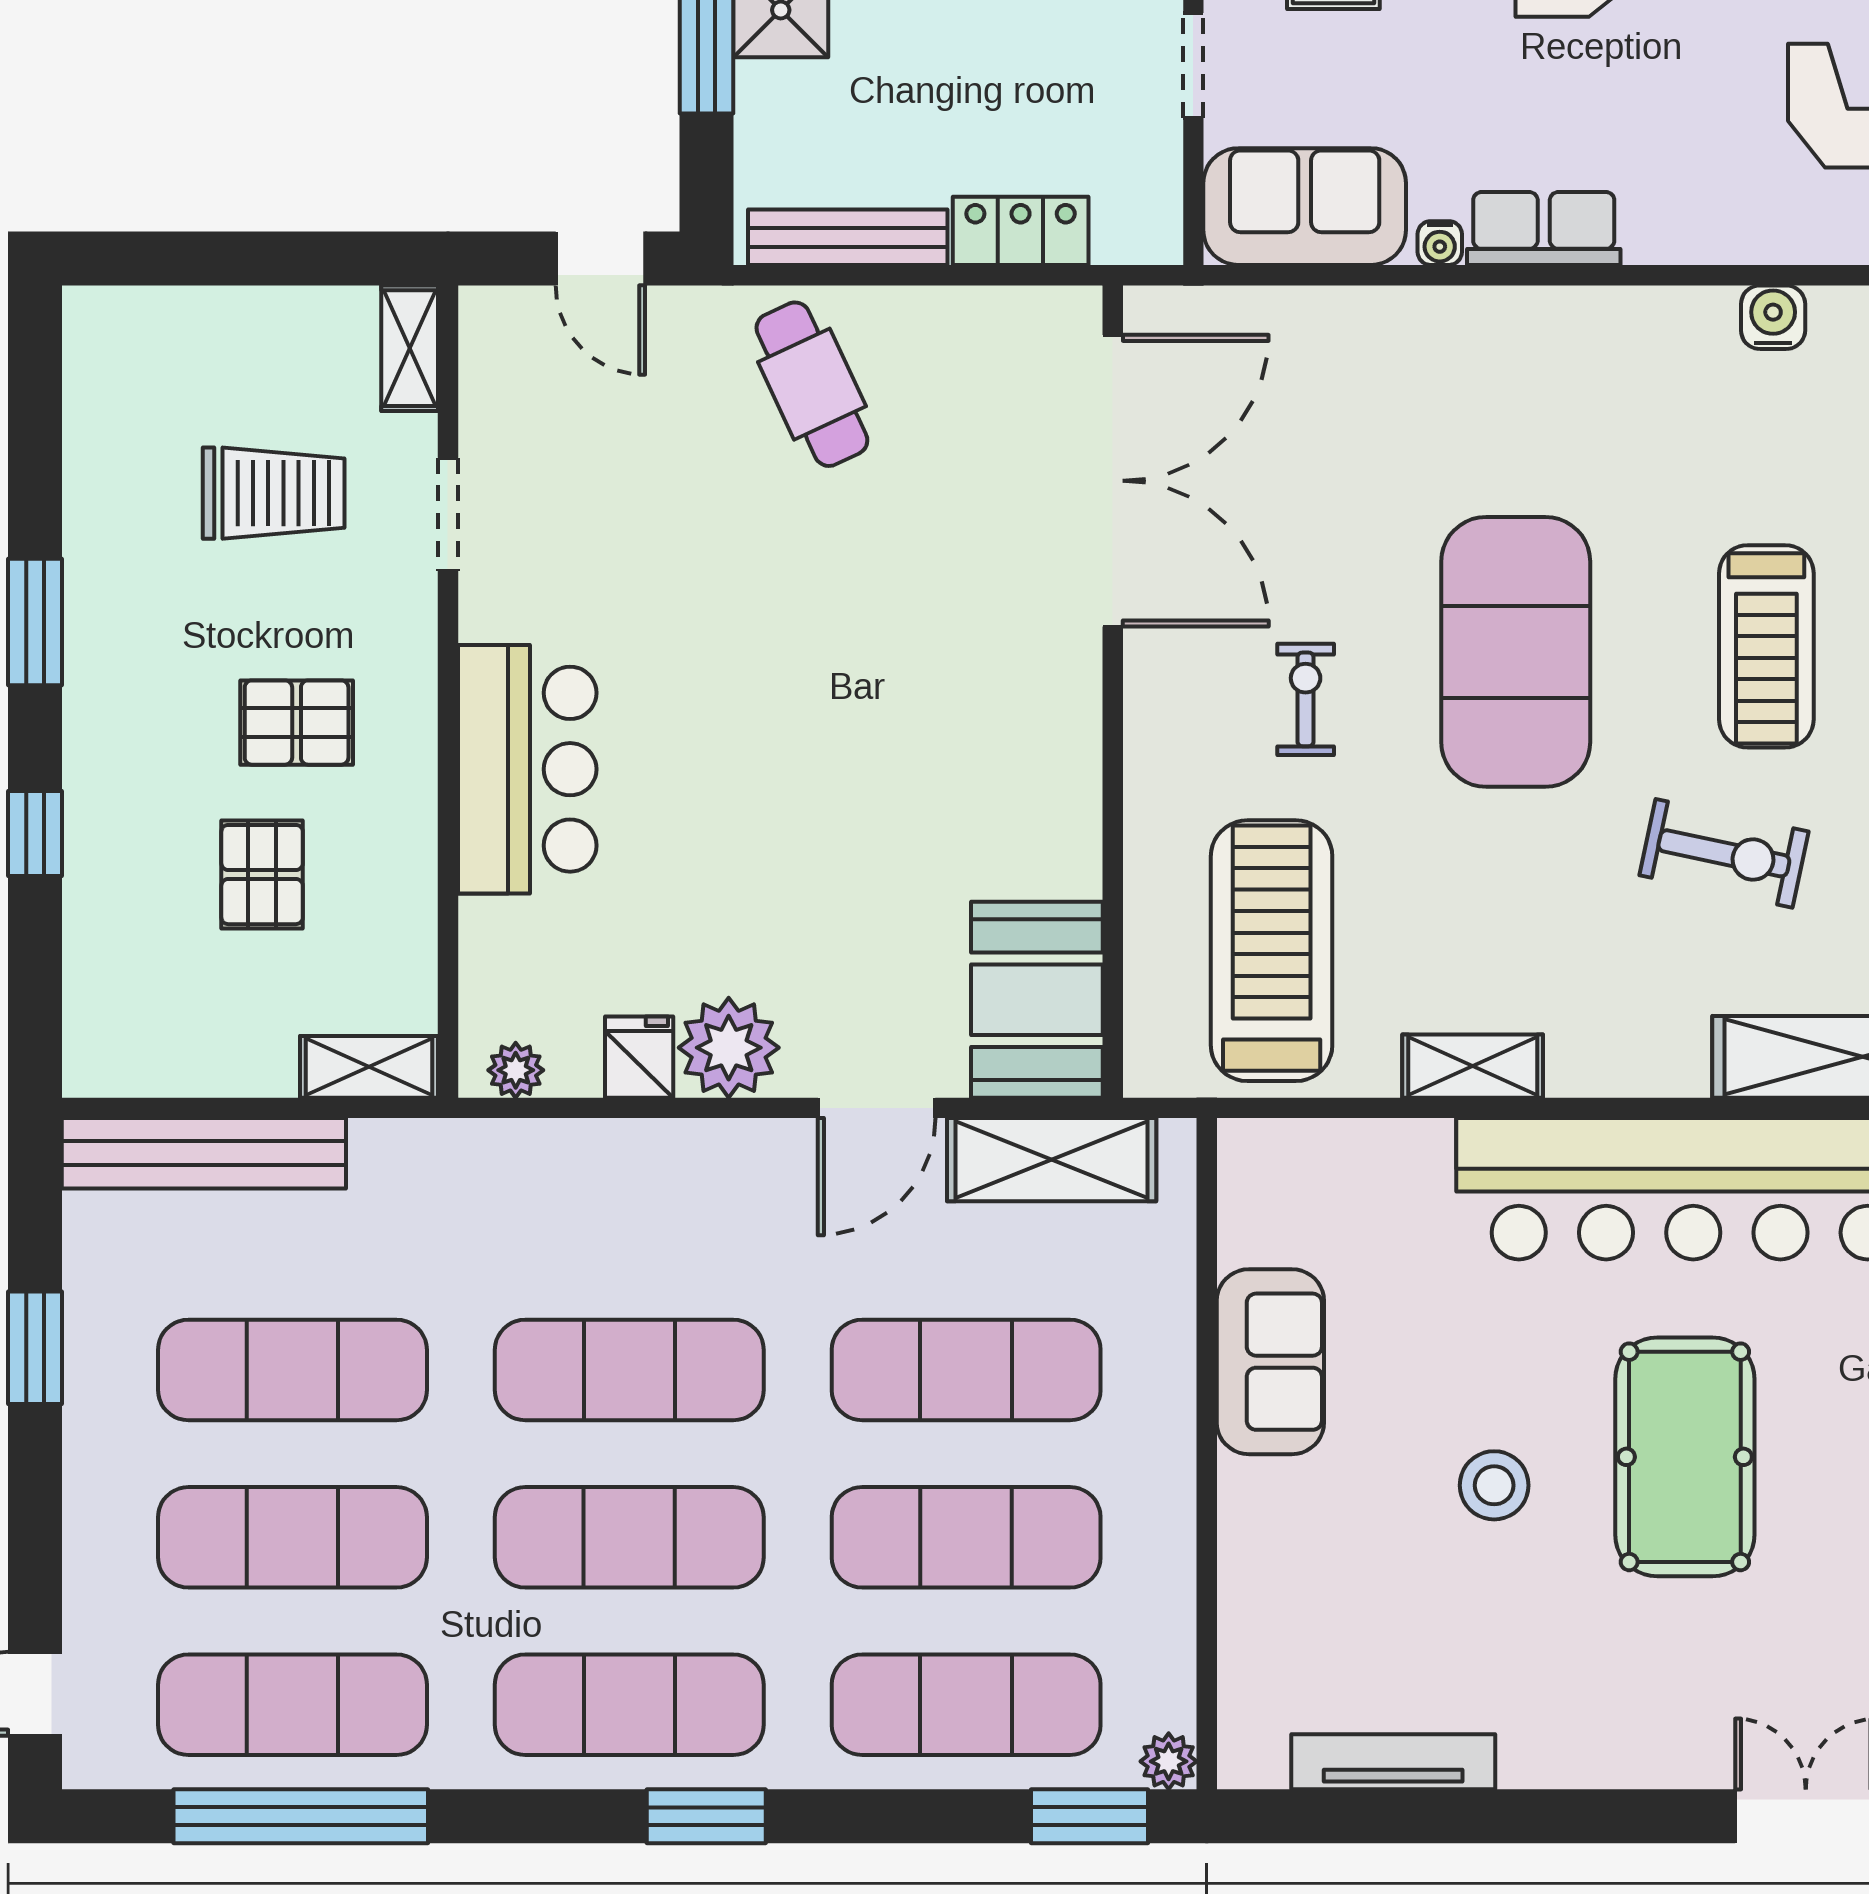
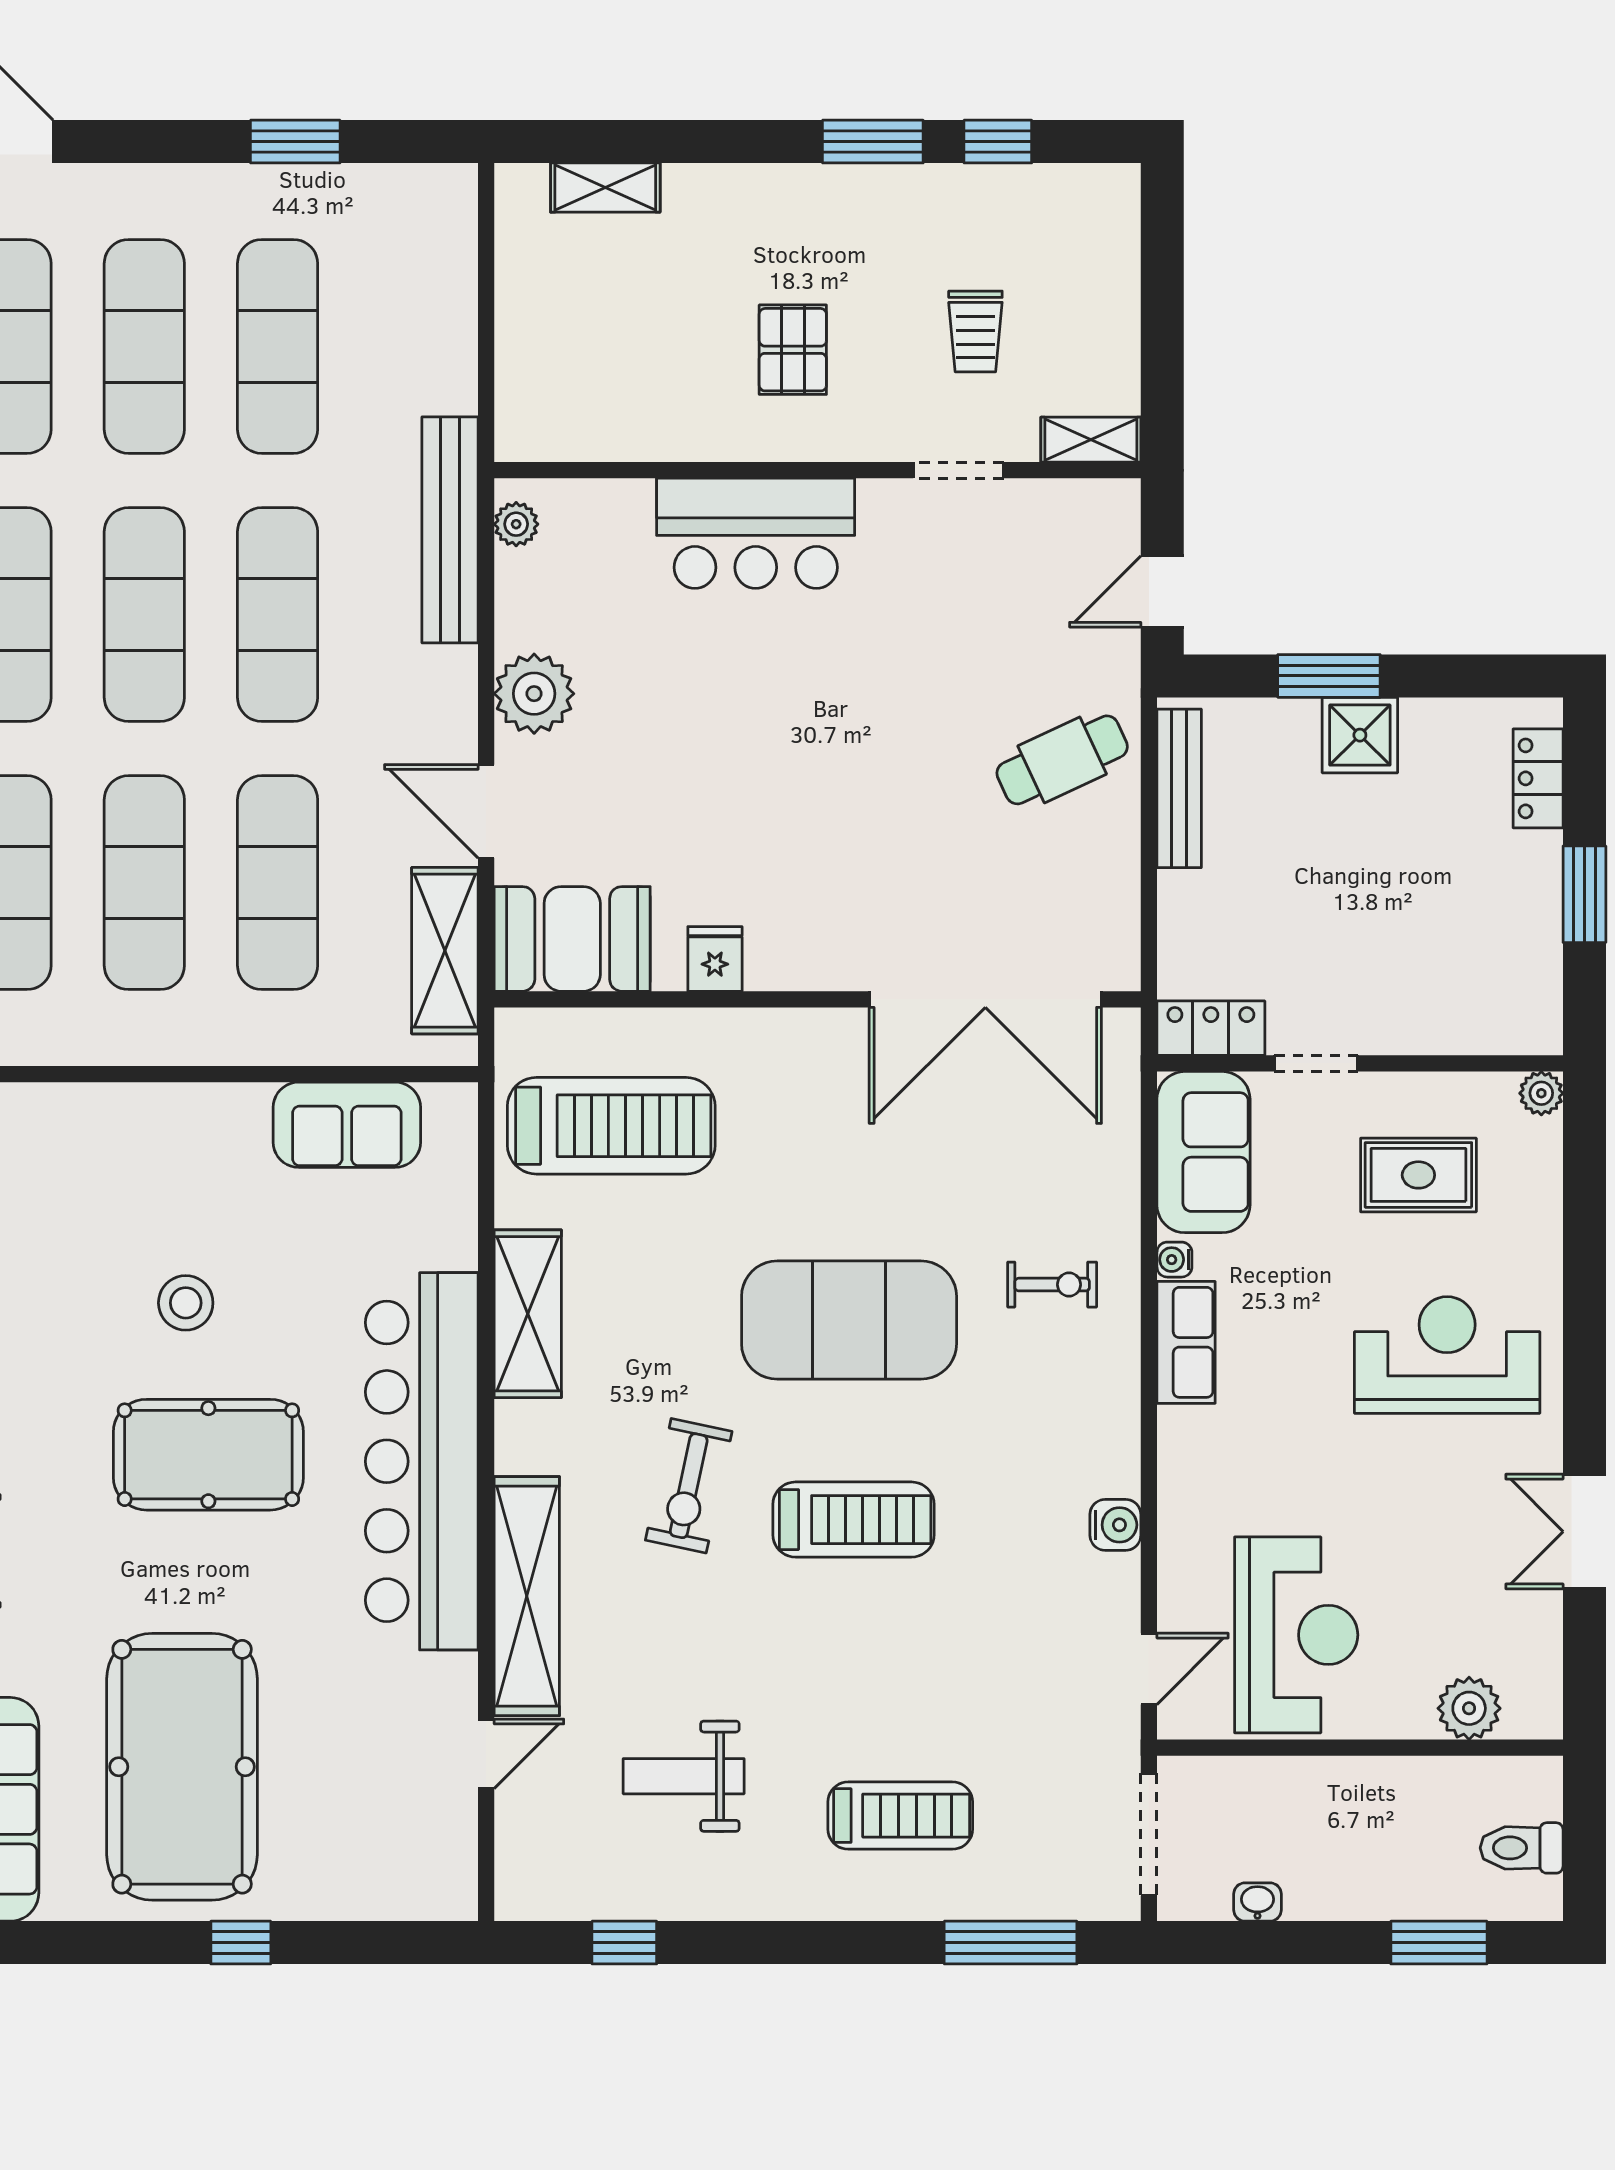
locker: (1021, 231) -> (1211, 1028), moved, turned -90
trolley: (274, 493) -> (975, 331), width x0.73, depth x0.72
treadmill: (1766, 646) -> (853, 1520), turned 180
exercise bike: (1306, 699) -> (1052, 1285), moved
window: (35, 833) -> (998, 142), moved
pallet: (262, 875) -> (672, 322), removed
fridge: (639, 1057) -> (715, 959), moved, turned -90
shelving: (1473, 1066) -> (528, 1314), width x1.50, depth x1.33
shelving: (369, 1067) -> (605, 188), moved, turned 90
bench: (204, 1153) -> (450, 530), moved
sofa: (1270, 1362) -> (347, 1125), moved

